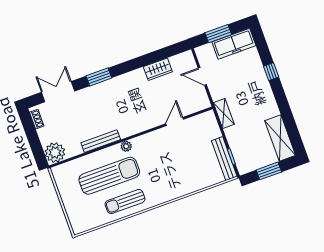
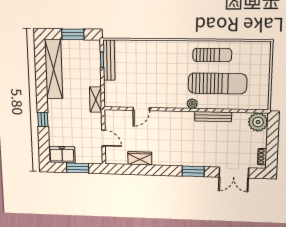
freezer: (234, 44) -> (62, 155), width x0.71
shelving: (280, 138) -> (54, 69), width x1.47
sun lounger: (109, 176) -> (217, 83), turned 180

